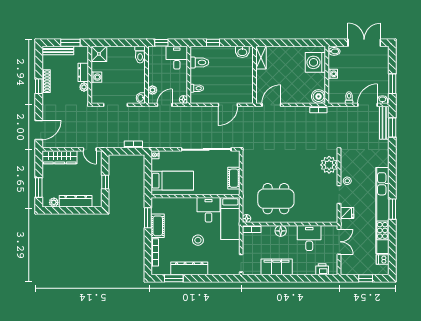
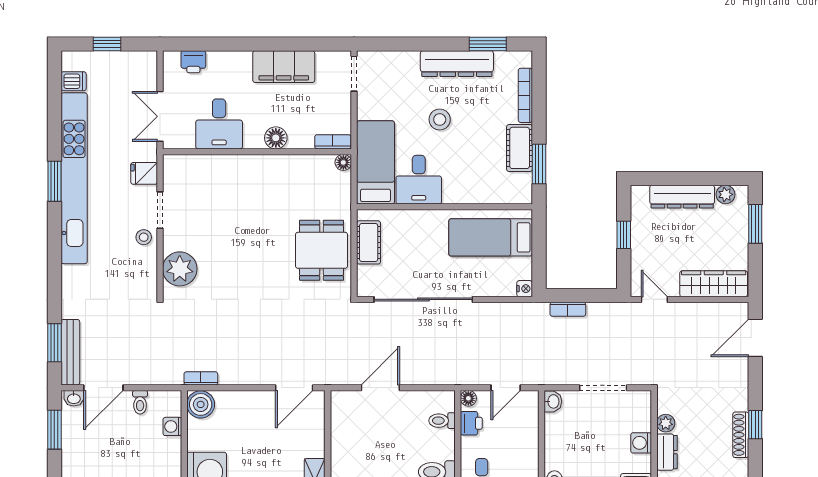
washing machine: (333, 74) -> (172, 426), moved
printer: (182, 87) -> (471, 423), added
plant: (152, 90) -> (530, 417), removed
dining table: (276, 199) -> (321, 250), moved, width x0.73

